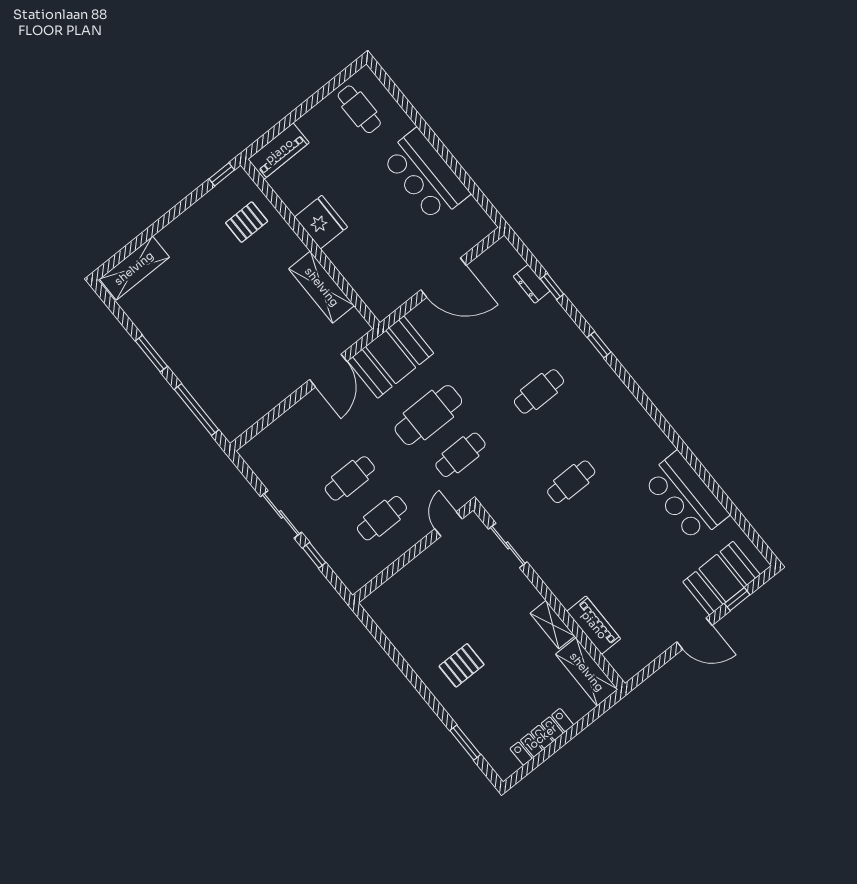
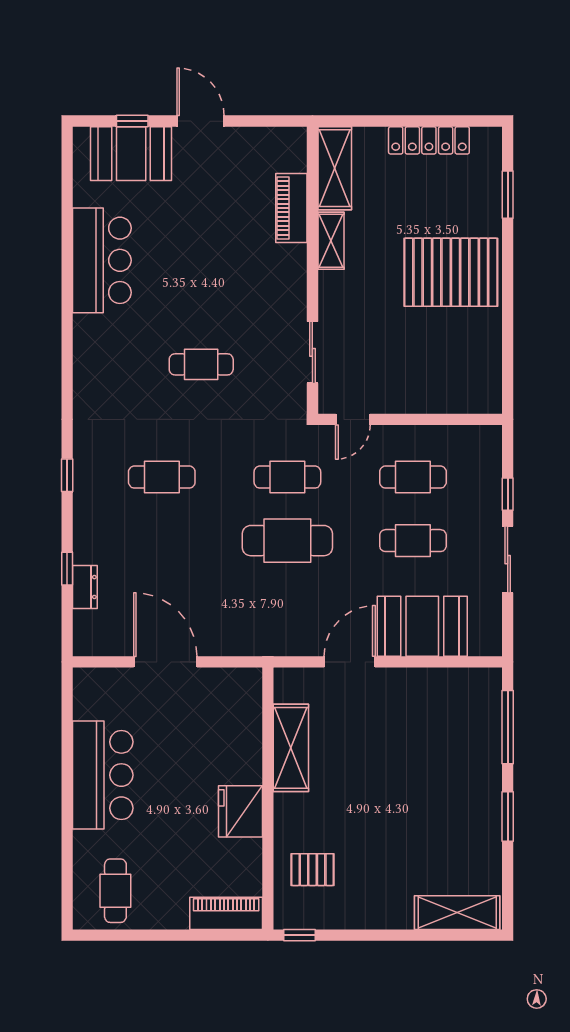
booth: (391, 357) -> (422, 626), moved
pallet: (462, 665) -> (451, 272), width x2.05, depth x2.00

